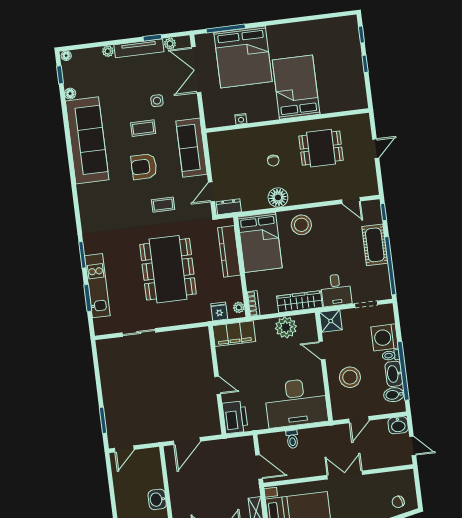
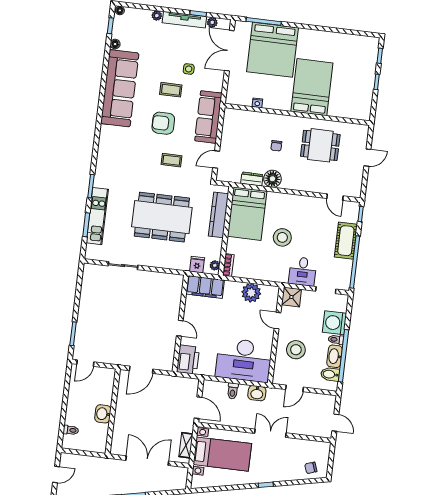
dresser: (229, 207) -> (252, 179), moved
stool: (301, 225) -> (282, 237), moved
dining table: (168, 269) -> (162, 217), turned 90
wardrobe: (300, 302) -> (269, 274), removed
washbasin: (398, 425) -> (257, 393), moved

